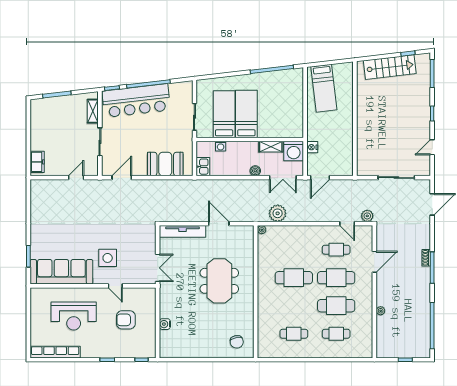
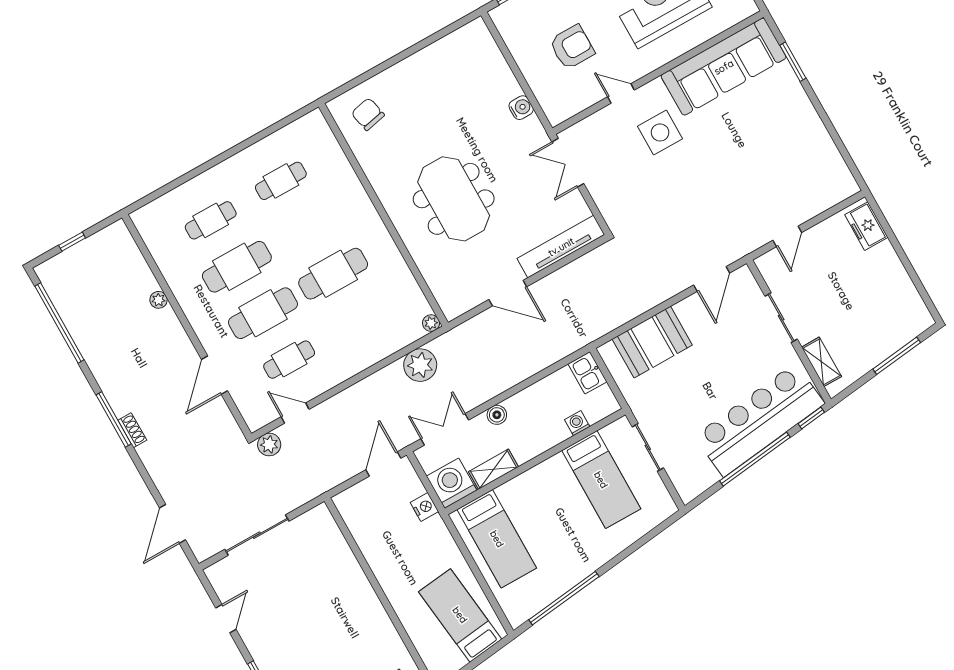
bed: (246, 114) -> (497, 539), moved
water cooler: (165, 324) -> (521, 108), moved

